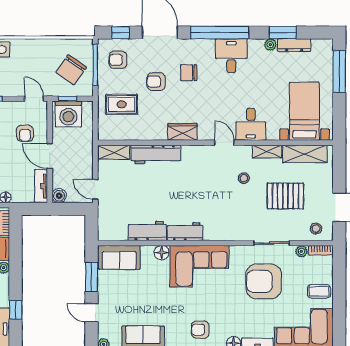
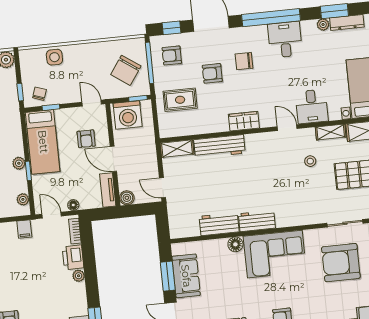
window: (68, 99) -> (138, 98), moved
sofa: (119, 257) -> (186, 276), moved, turned -90

